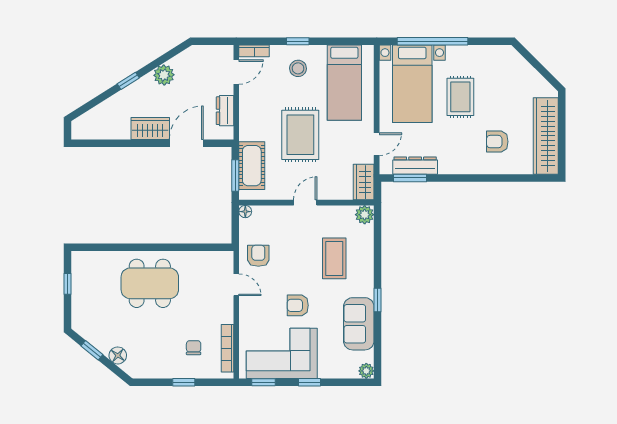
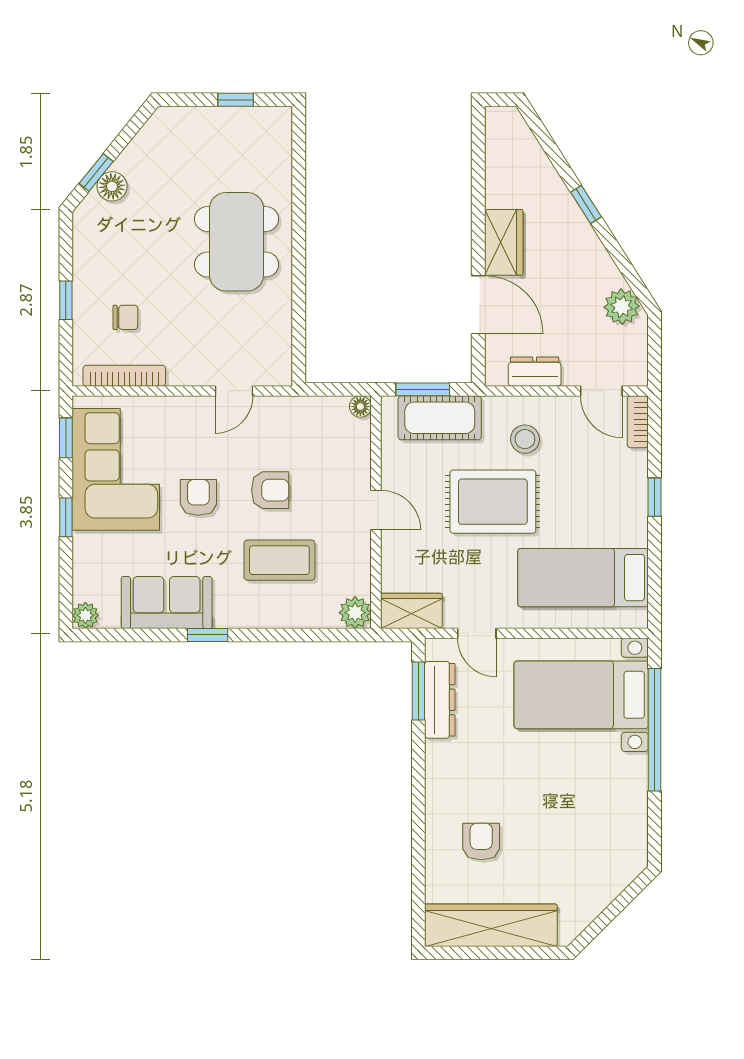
stool: (298, 68) -> (525, 439), moved
plant: (164, 75) -> (622, 307), moved
rug: (460, 97) -> (558, 778), removed
armchair: (258, 256) -> (270, 490), moved
window: (92, 350) -> (96, 172), moved

